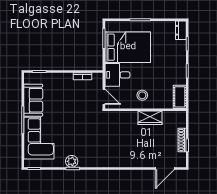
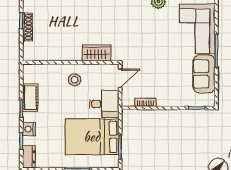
nightstand: (181, 54) -> (29, 129), added
door: (104, 97) -> (120, 78), swing flipped
cot: (180, 97) -> (30, 98), moved
wardrobe: (150, 118) -> (97, 53), moved

